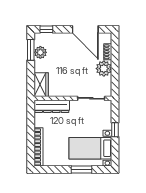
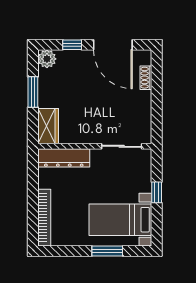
window: (46, 29) -> (72, 45), moved
window: (31, 50) -> (33, 92), moved
plant: (40, 52) -> (47, 59), moved
plant: (104, 69) -> (140, 102), removed

